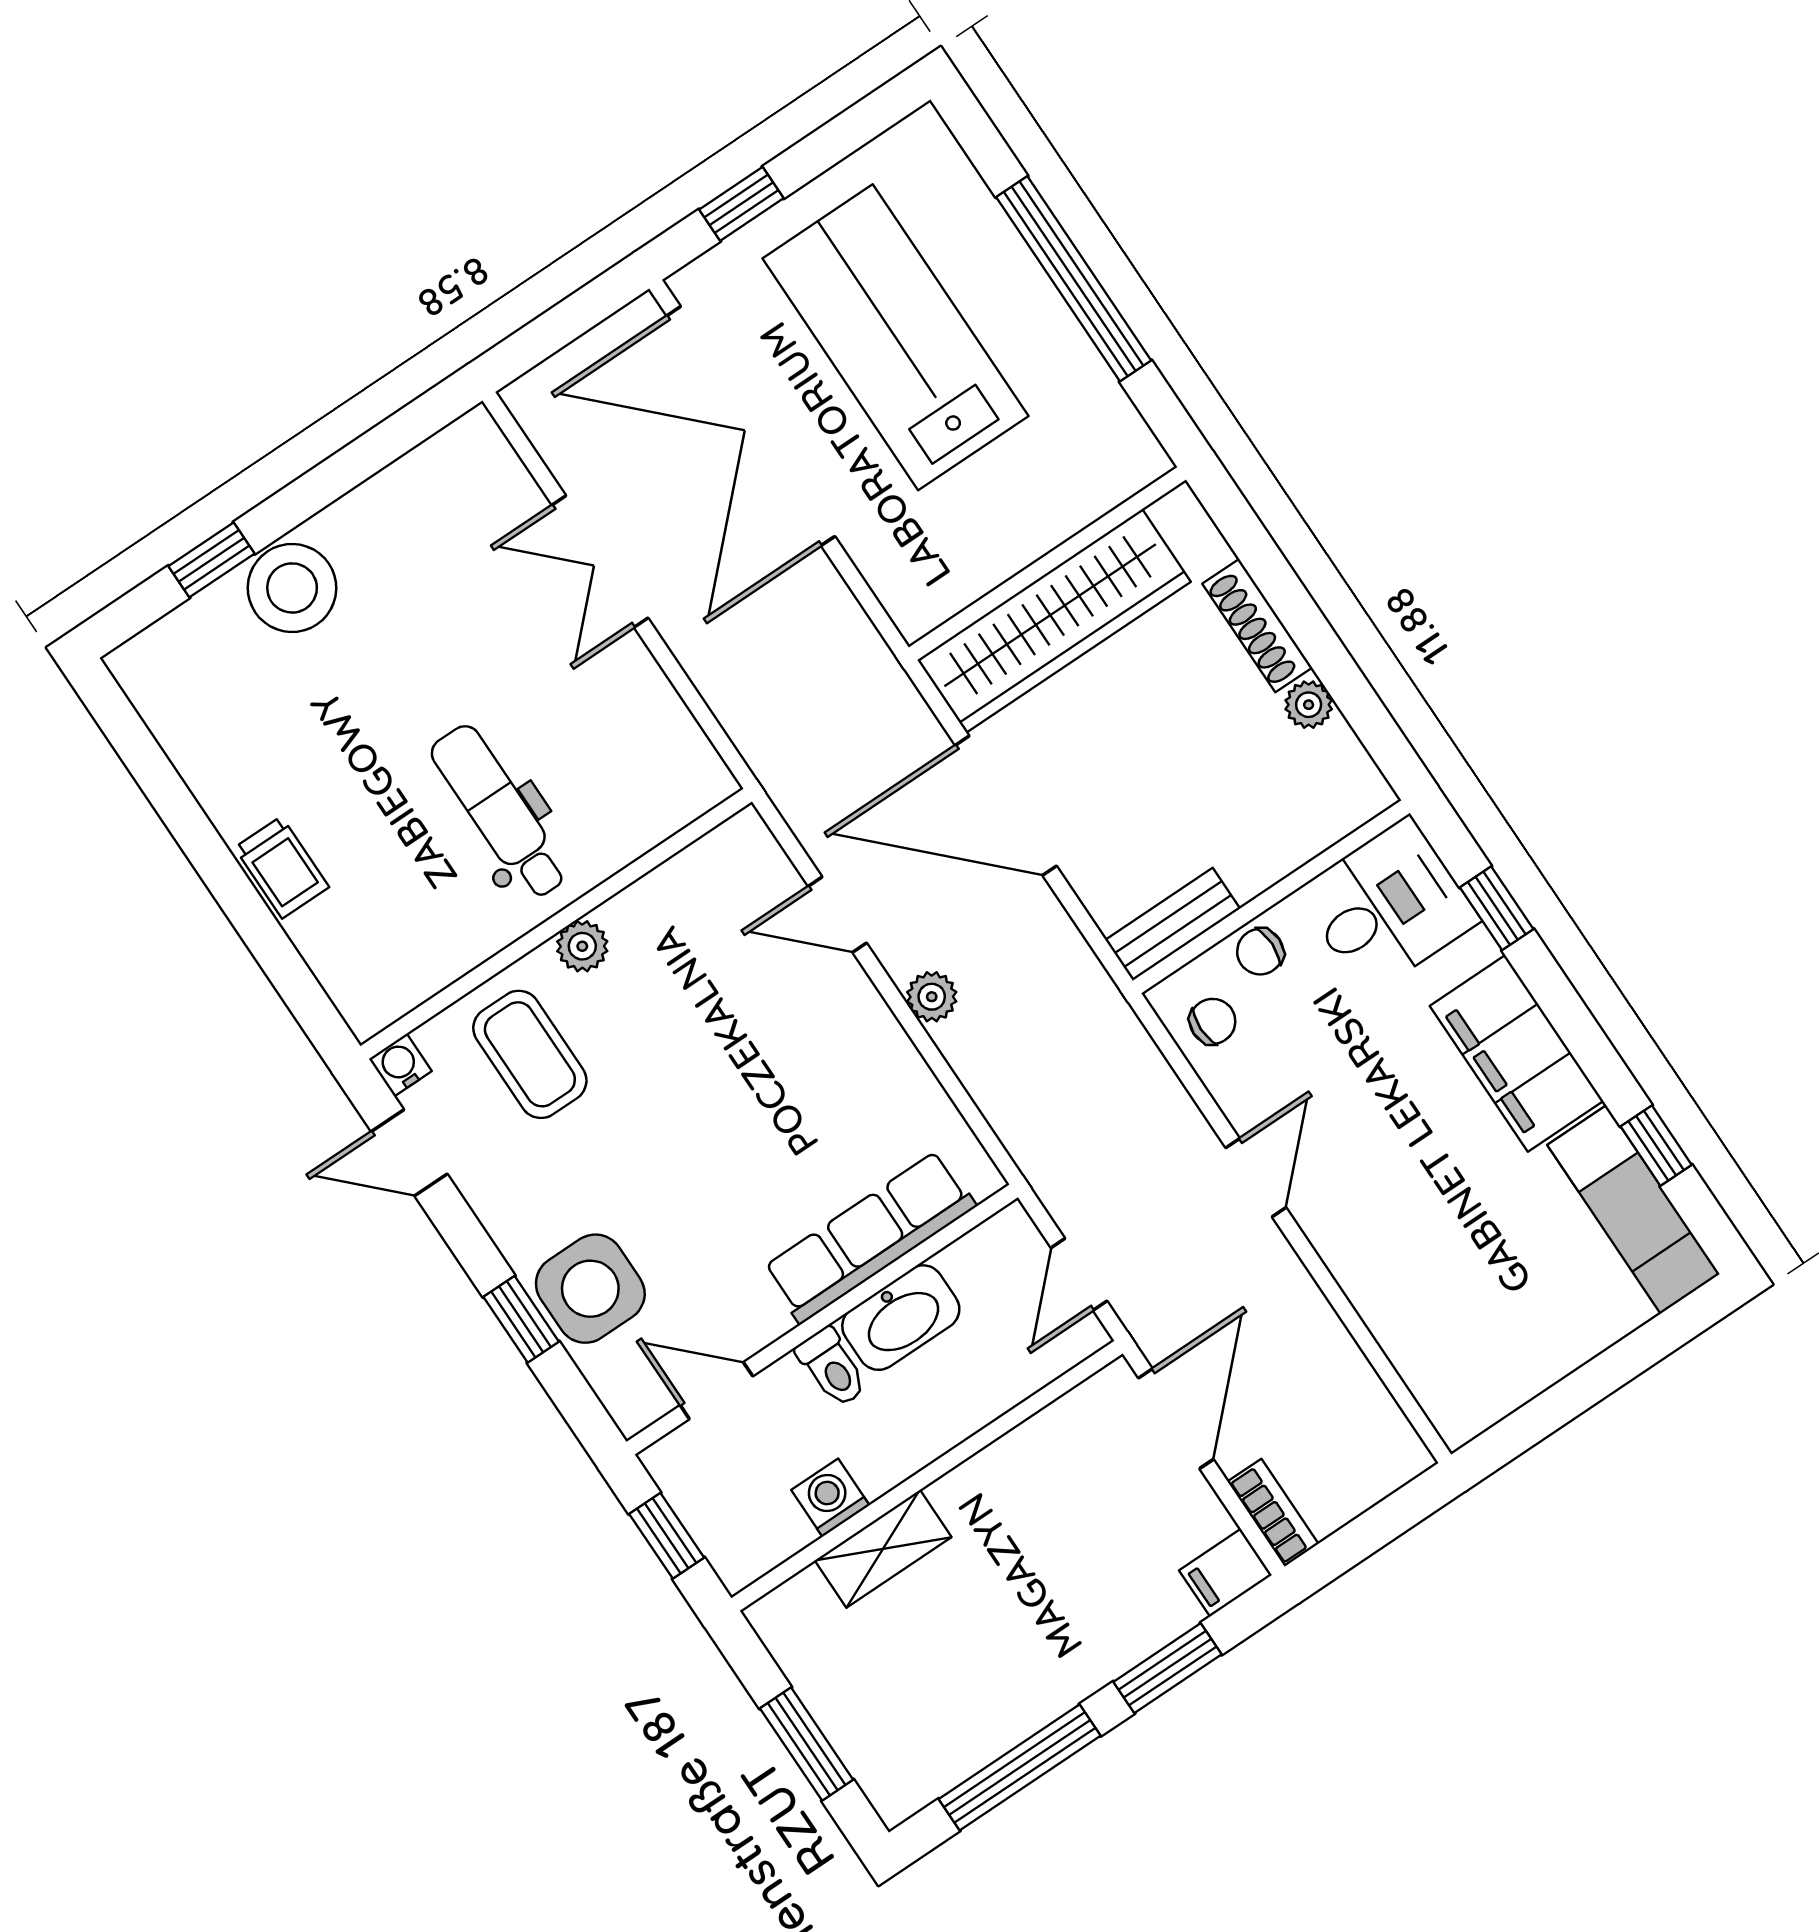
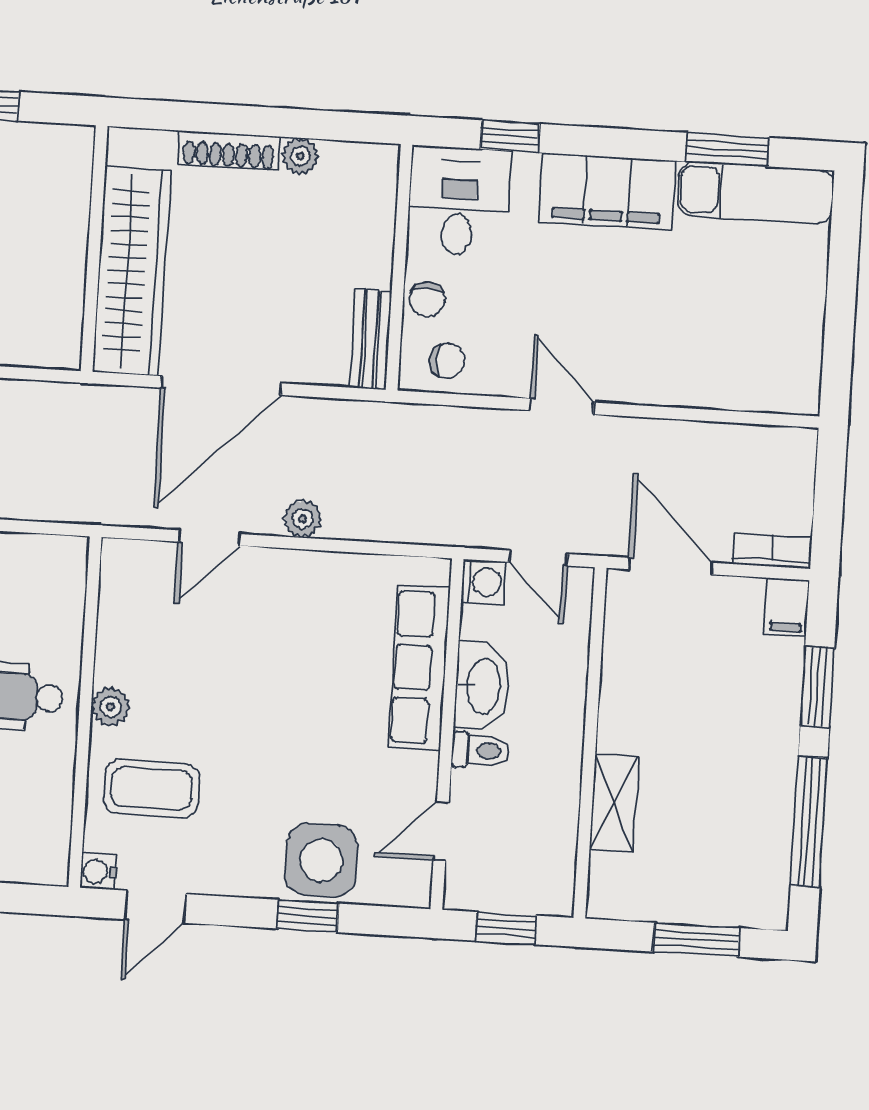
chair: (1213, 1021) -> (447, 360), turned 90
window: (1656, 1146) -> (727, 150), width x1.50
washing machine: (830, 1498) -> (484, 582), moved, turned 180

